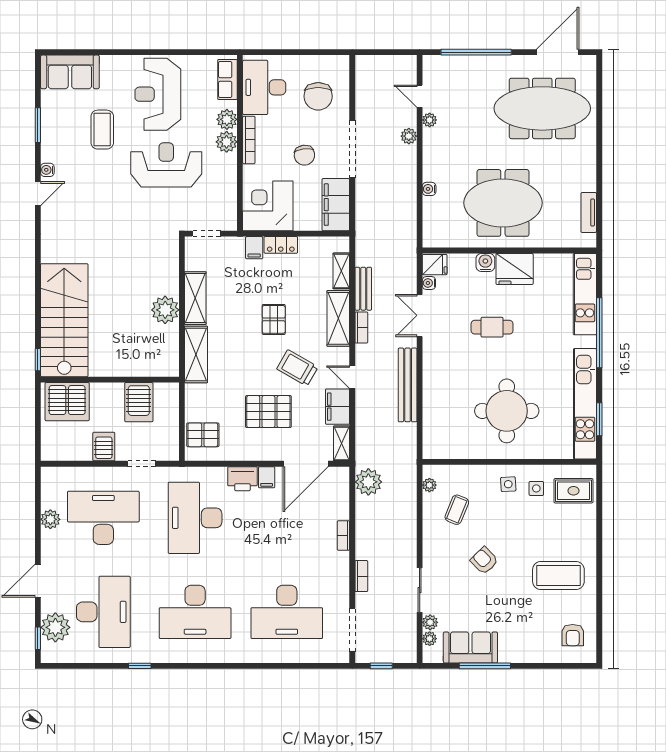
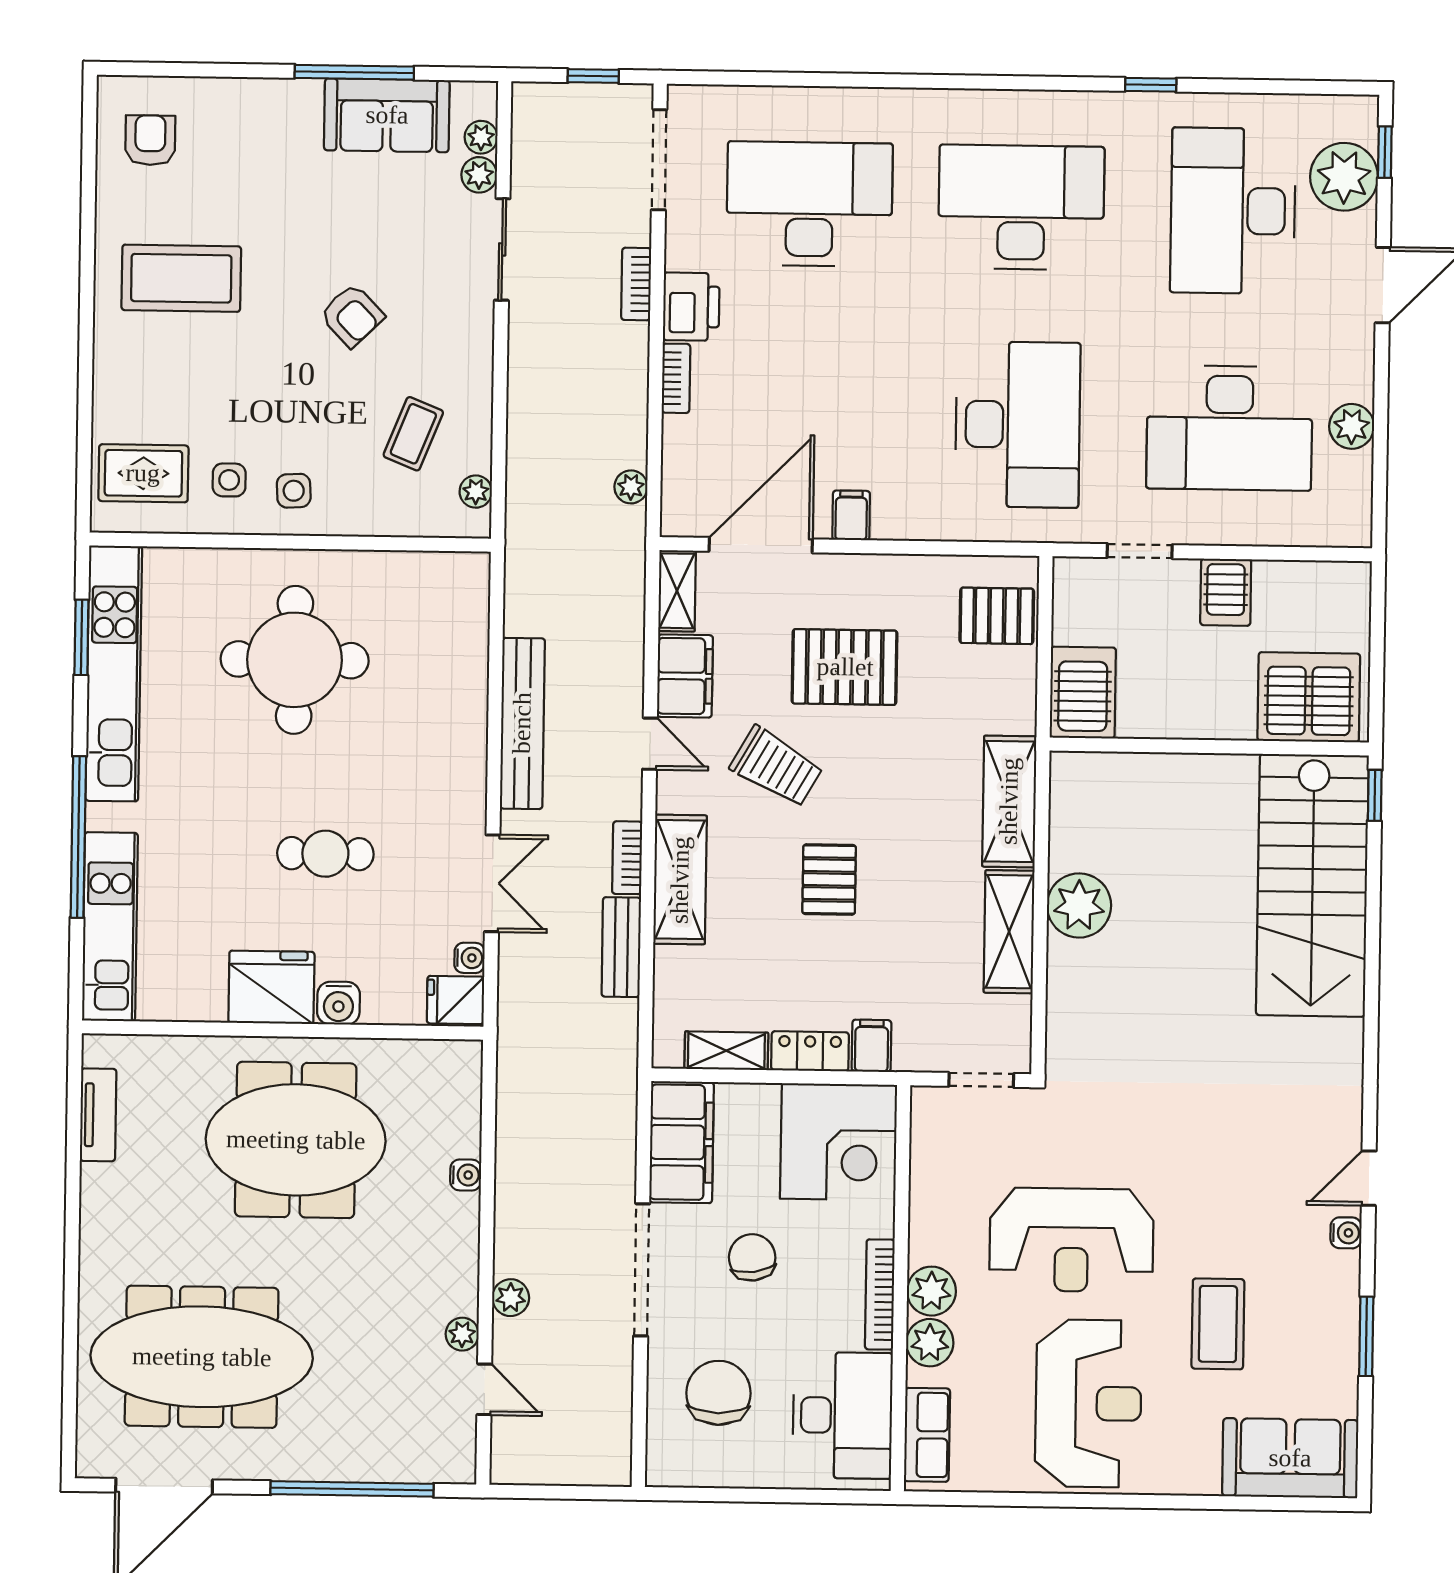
shelving: (341, 271) -> (726, 1051), moved, turned 90
server rack: (139, 402) -> (1083, 693), moved
printer: (242, 479) -> (691, 307), moved, turned 90
plant: (368, 482) -> (631, 487), width x0.53, depth x0.53

